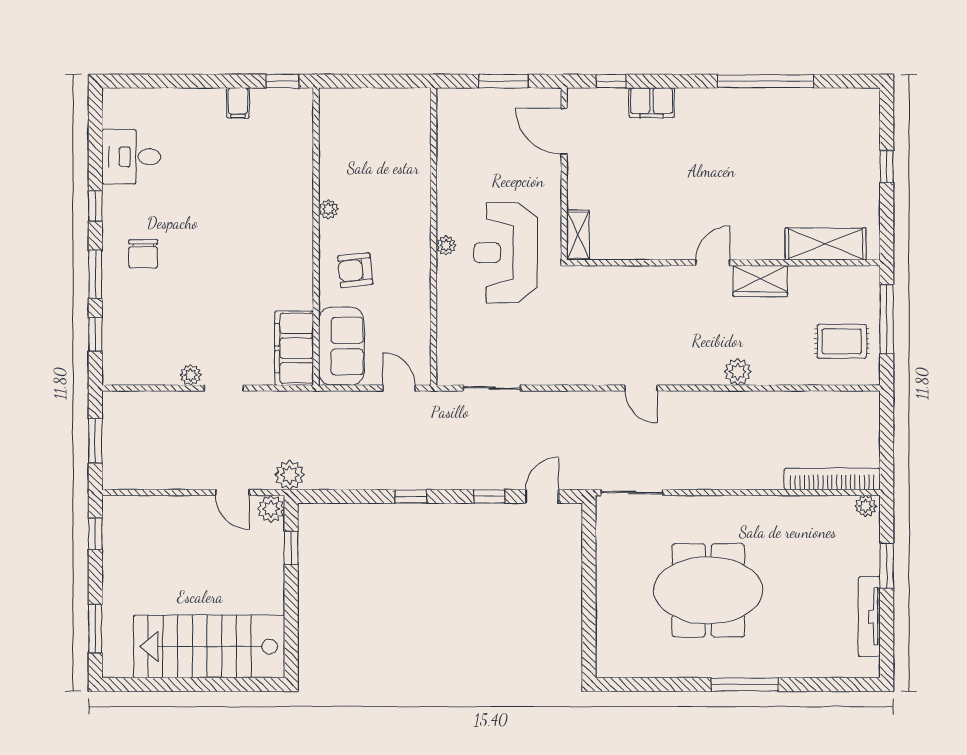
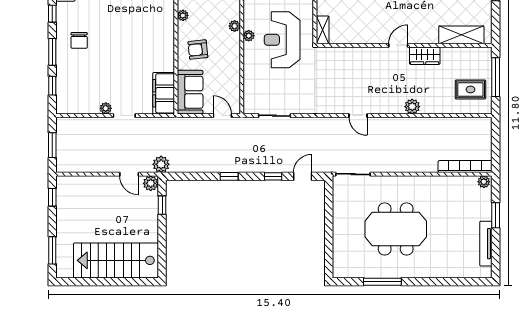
plant: (421, 228) -> (235, 26), added
window: (745, 685) -> (382, 282), moved

